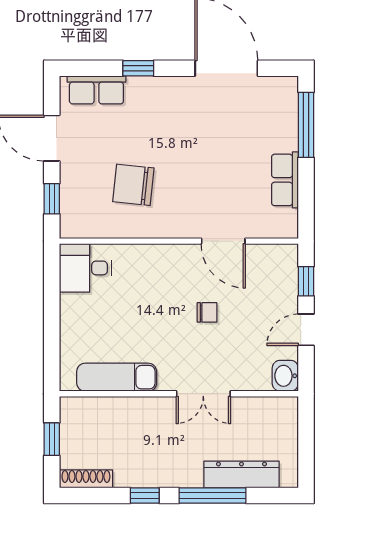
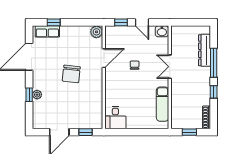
plant: (139, 87) -> (37, 95), added
row of seats: (96, 90) -> (38, 113), removed
window: (306, 125) -> (54, 22), width x0.46
row of seats: (285, 180) -> (47, 31), moved
chair: (133, 185) -> (71, 74), moved
plant: (284, 224) -> (96, 32), added
double door: (203, 394) -> (170, 67), swing flipped

